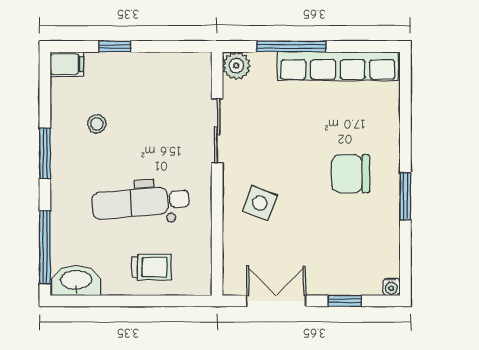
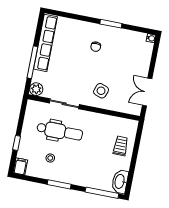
chair: (351, 174) -> (96, 47), width x0.54, depth x0.54
dental chair: (141, 202) -> (60, 131), moved, turned -85
window: (345, 301) -> (153, 61), removed

